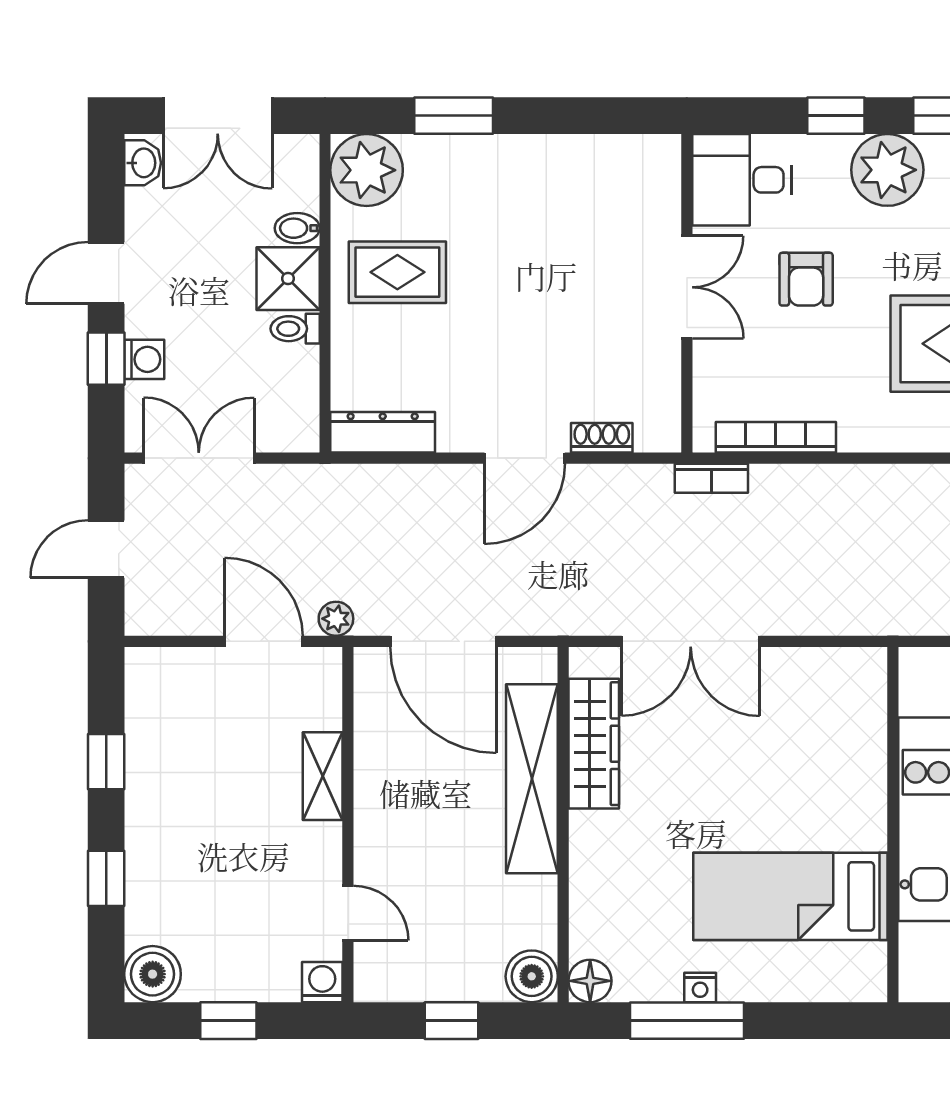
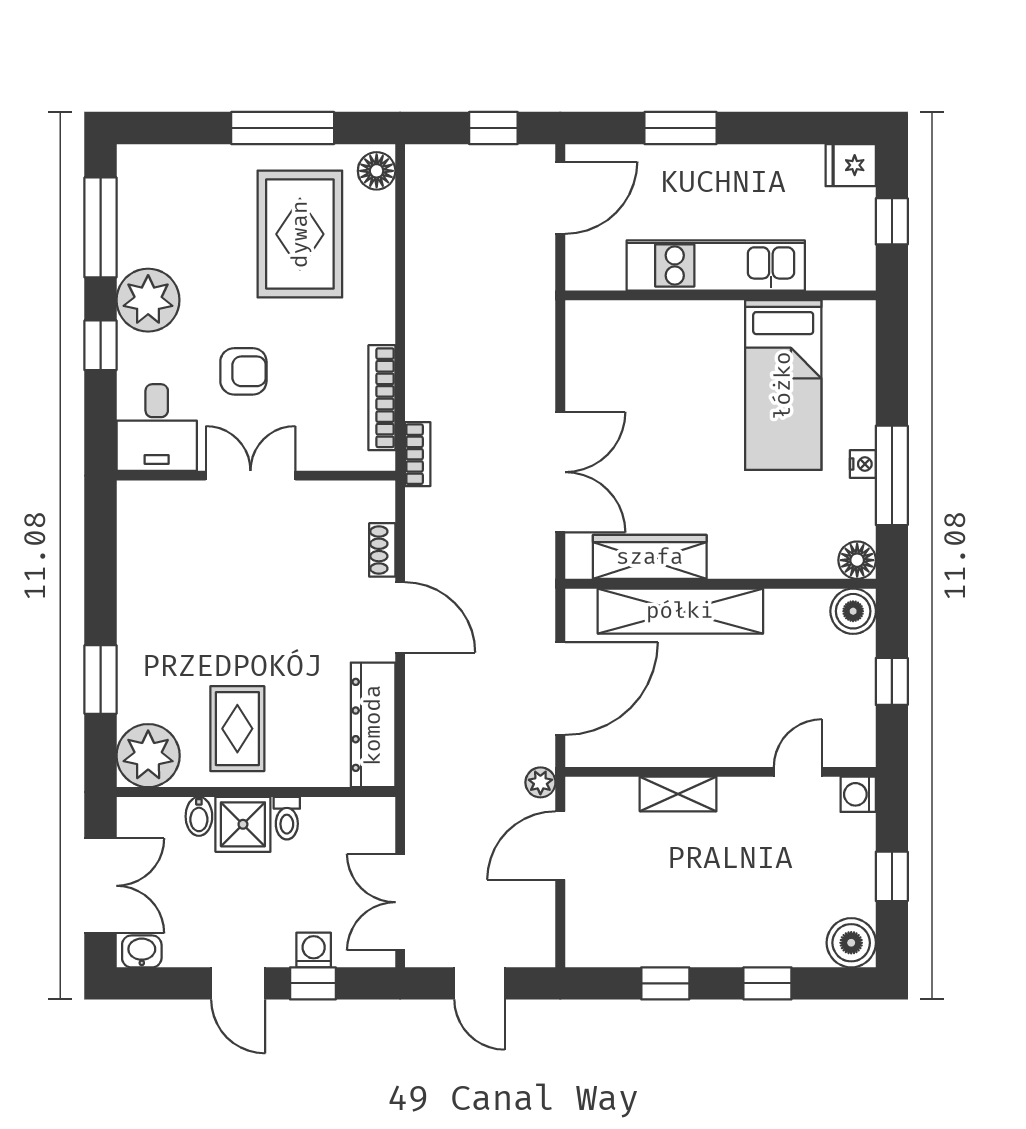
dresser: (383, 432) -> (373, 725), width x1.37, depth x1.24

